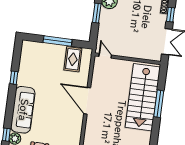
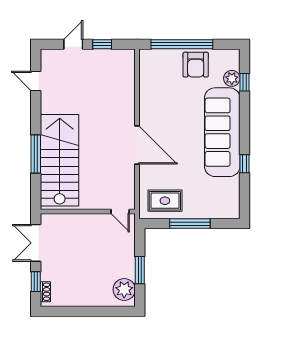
rug: (73, 59) -> (165, 201), turned 90
sofa: (23, 110) -> (222, 132), width x1.36, depth x1.27

